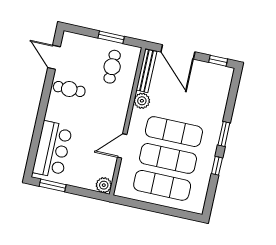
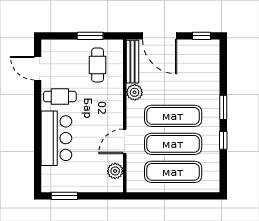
bar counter: (52, 150) -> (56, 138), moved
plant: (104, 185) -> (115, 171), moved

